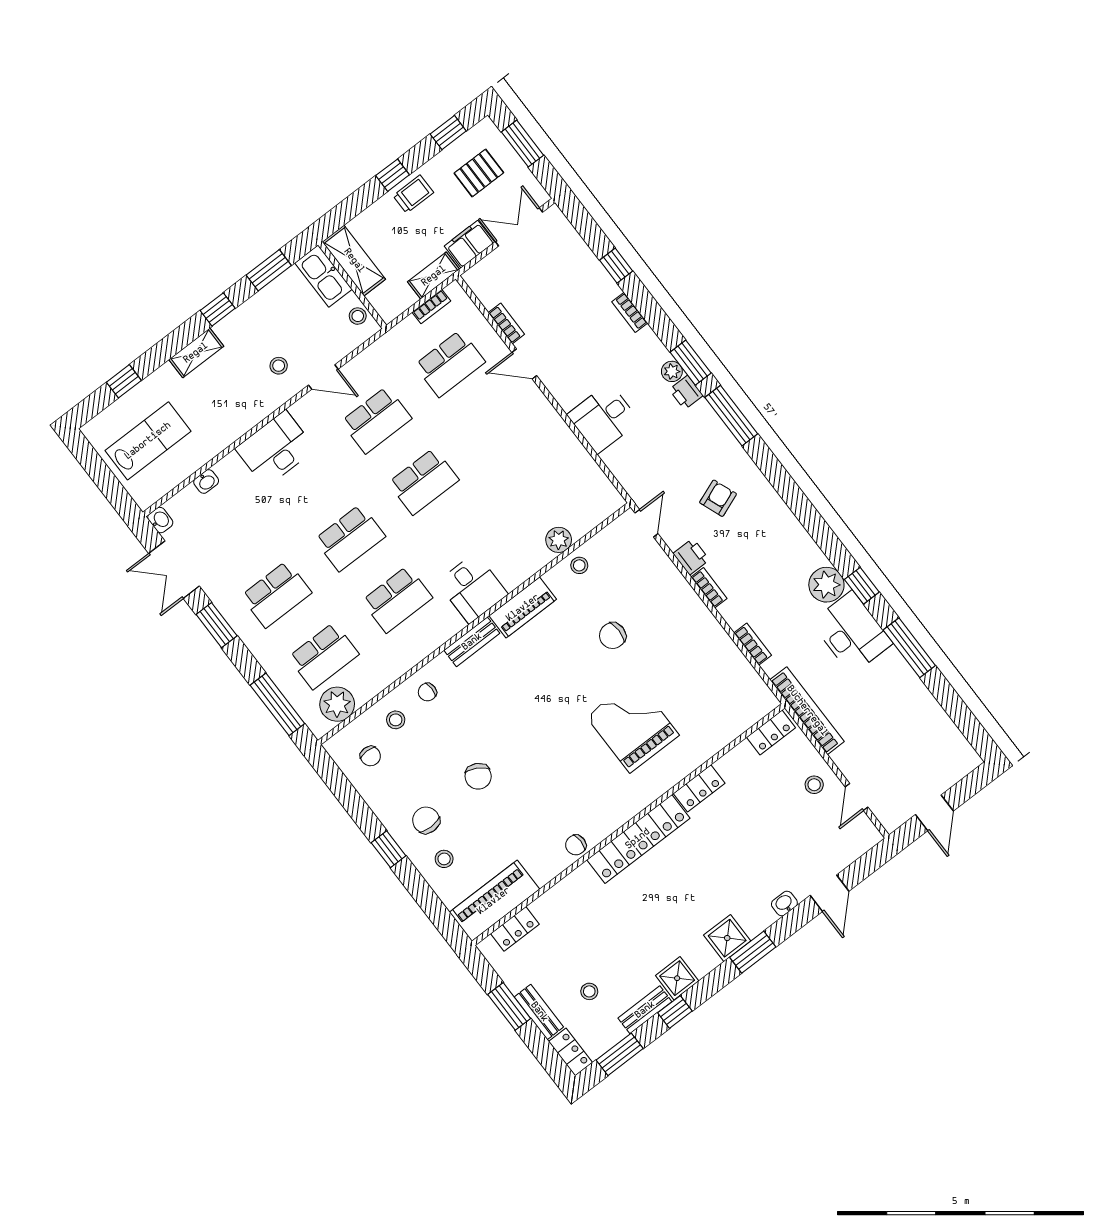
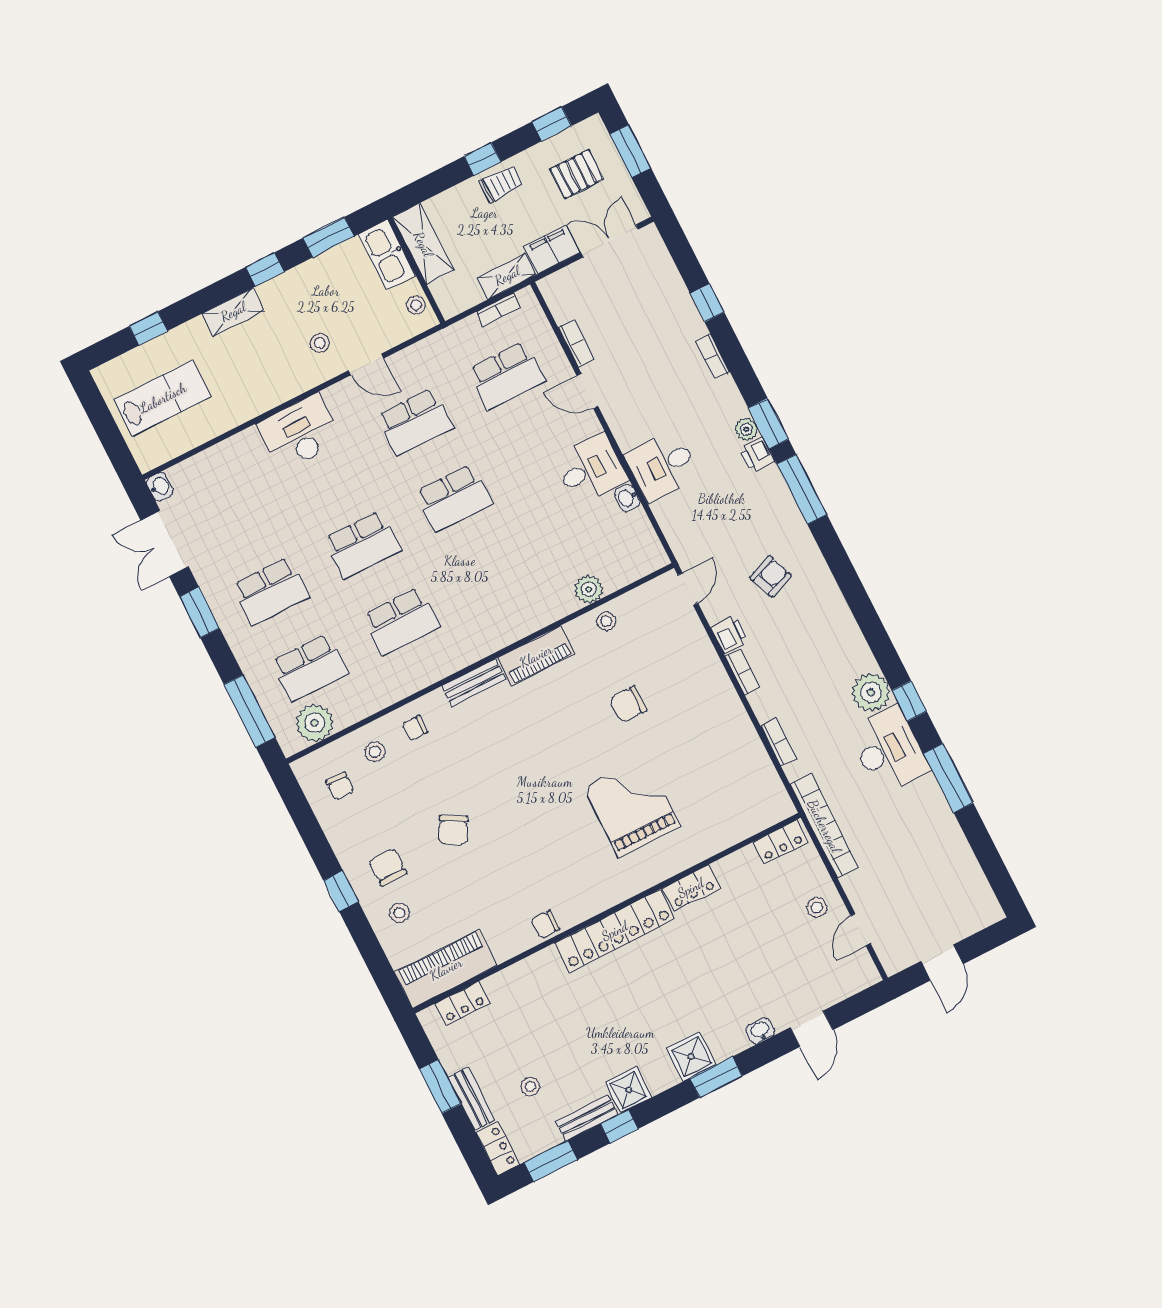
washbasin: (206, 482) -> (627, 498), moved, turned 90
desk: (473, 588) -> (591, 469), moved, turned -90

